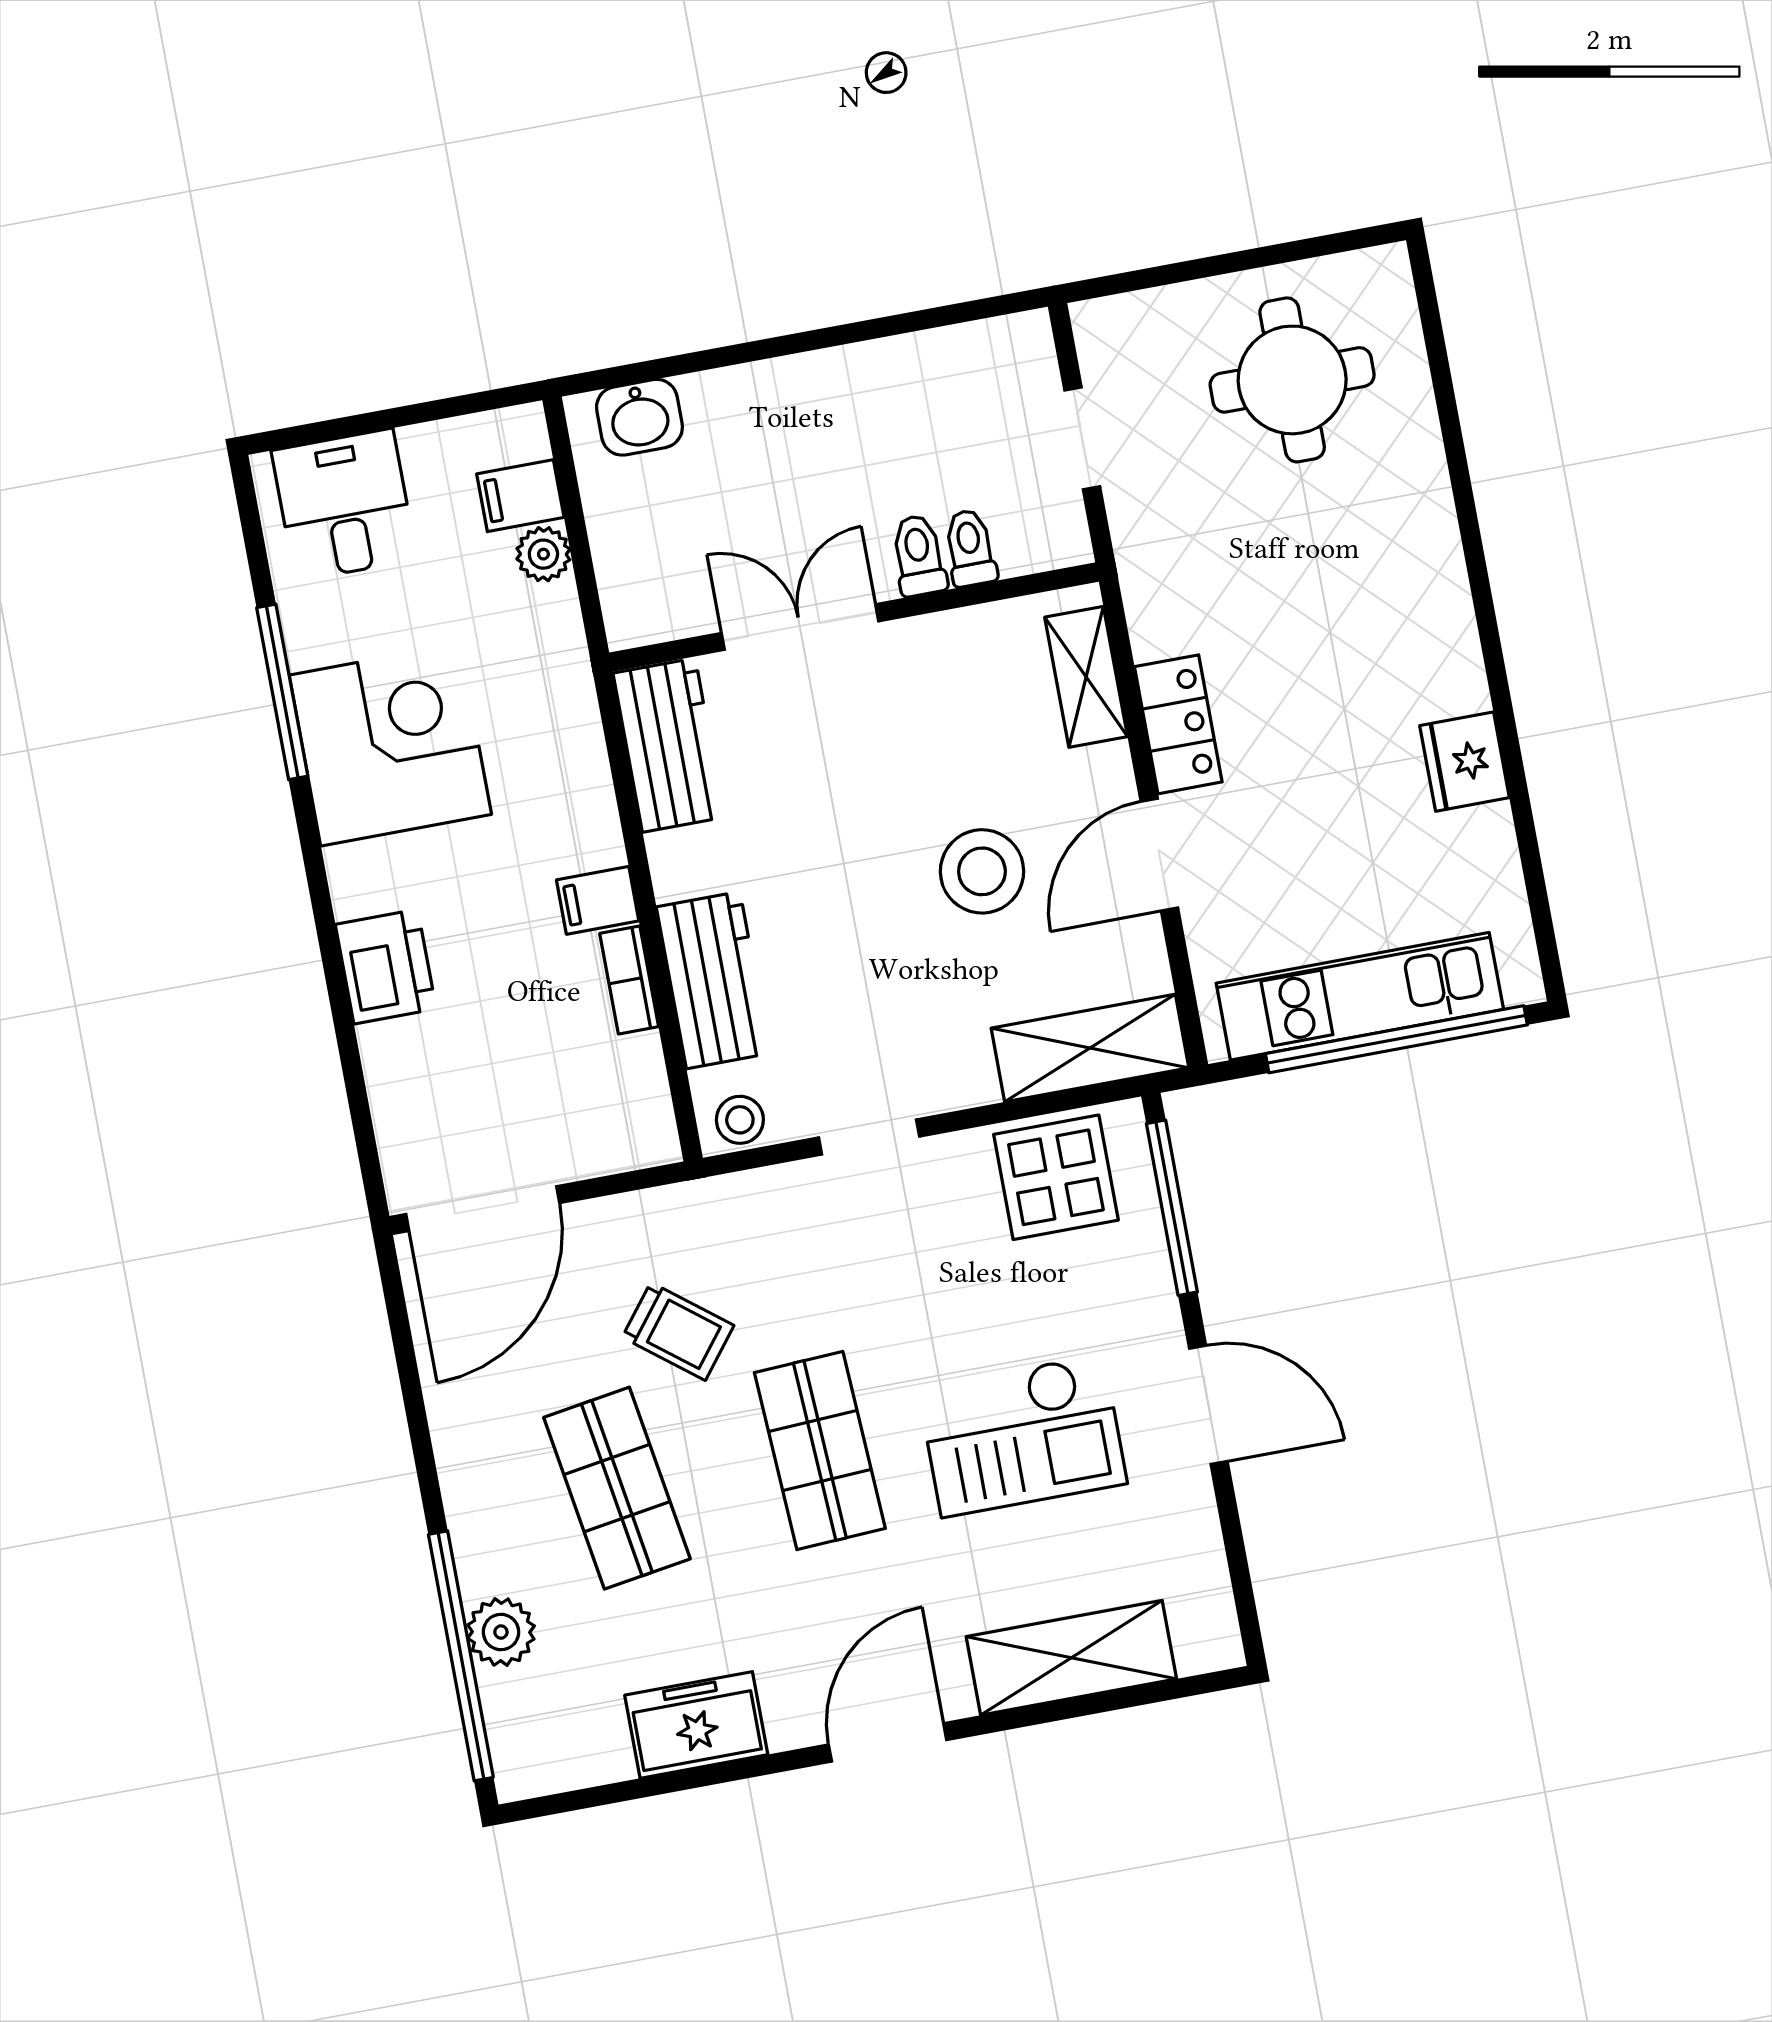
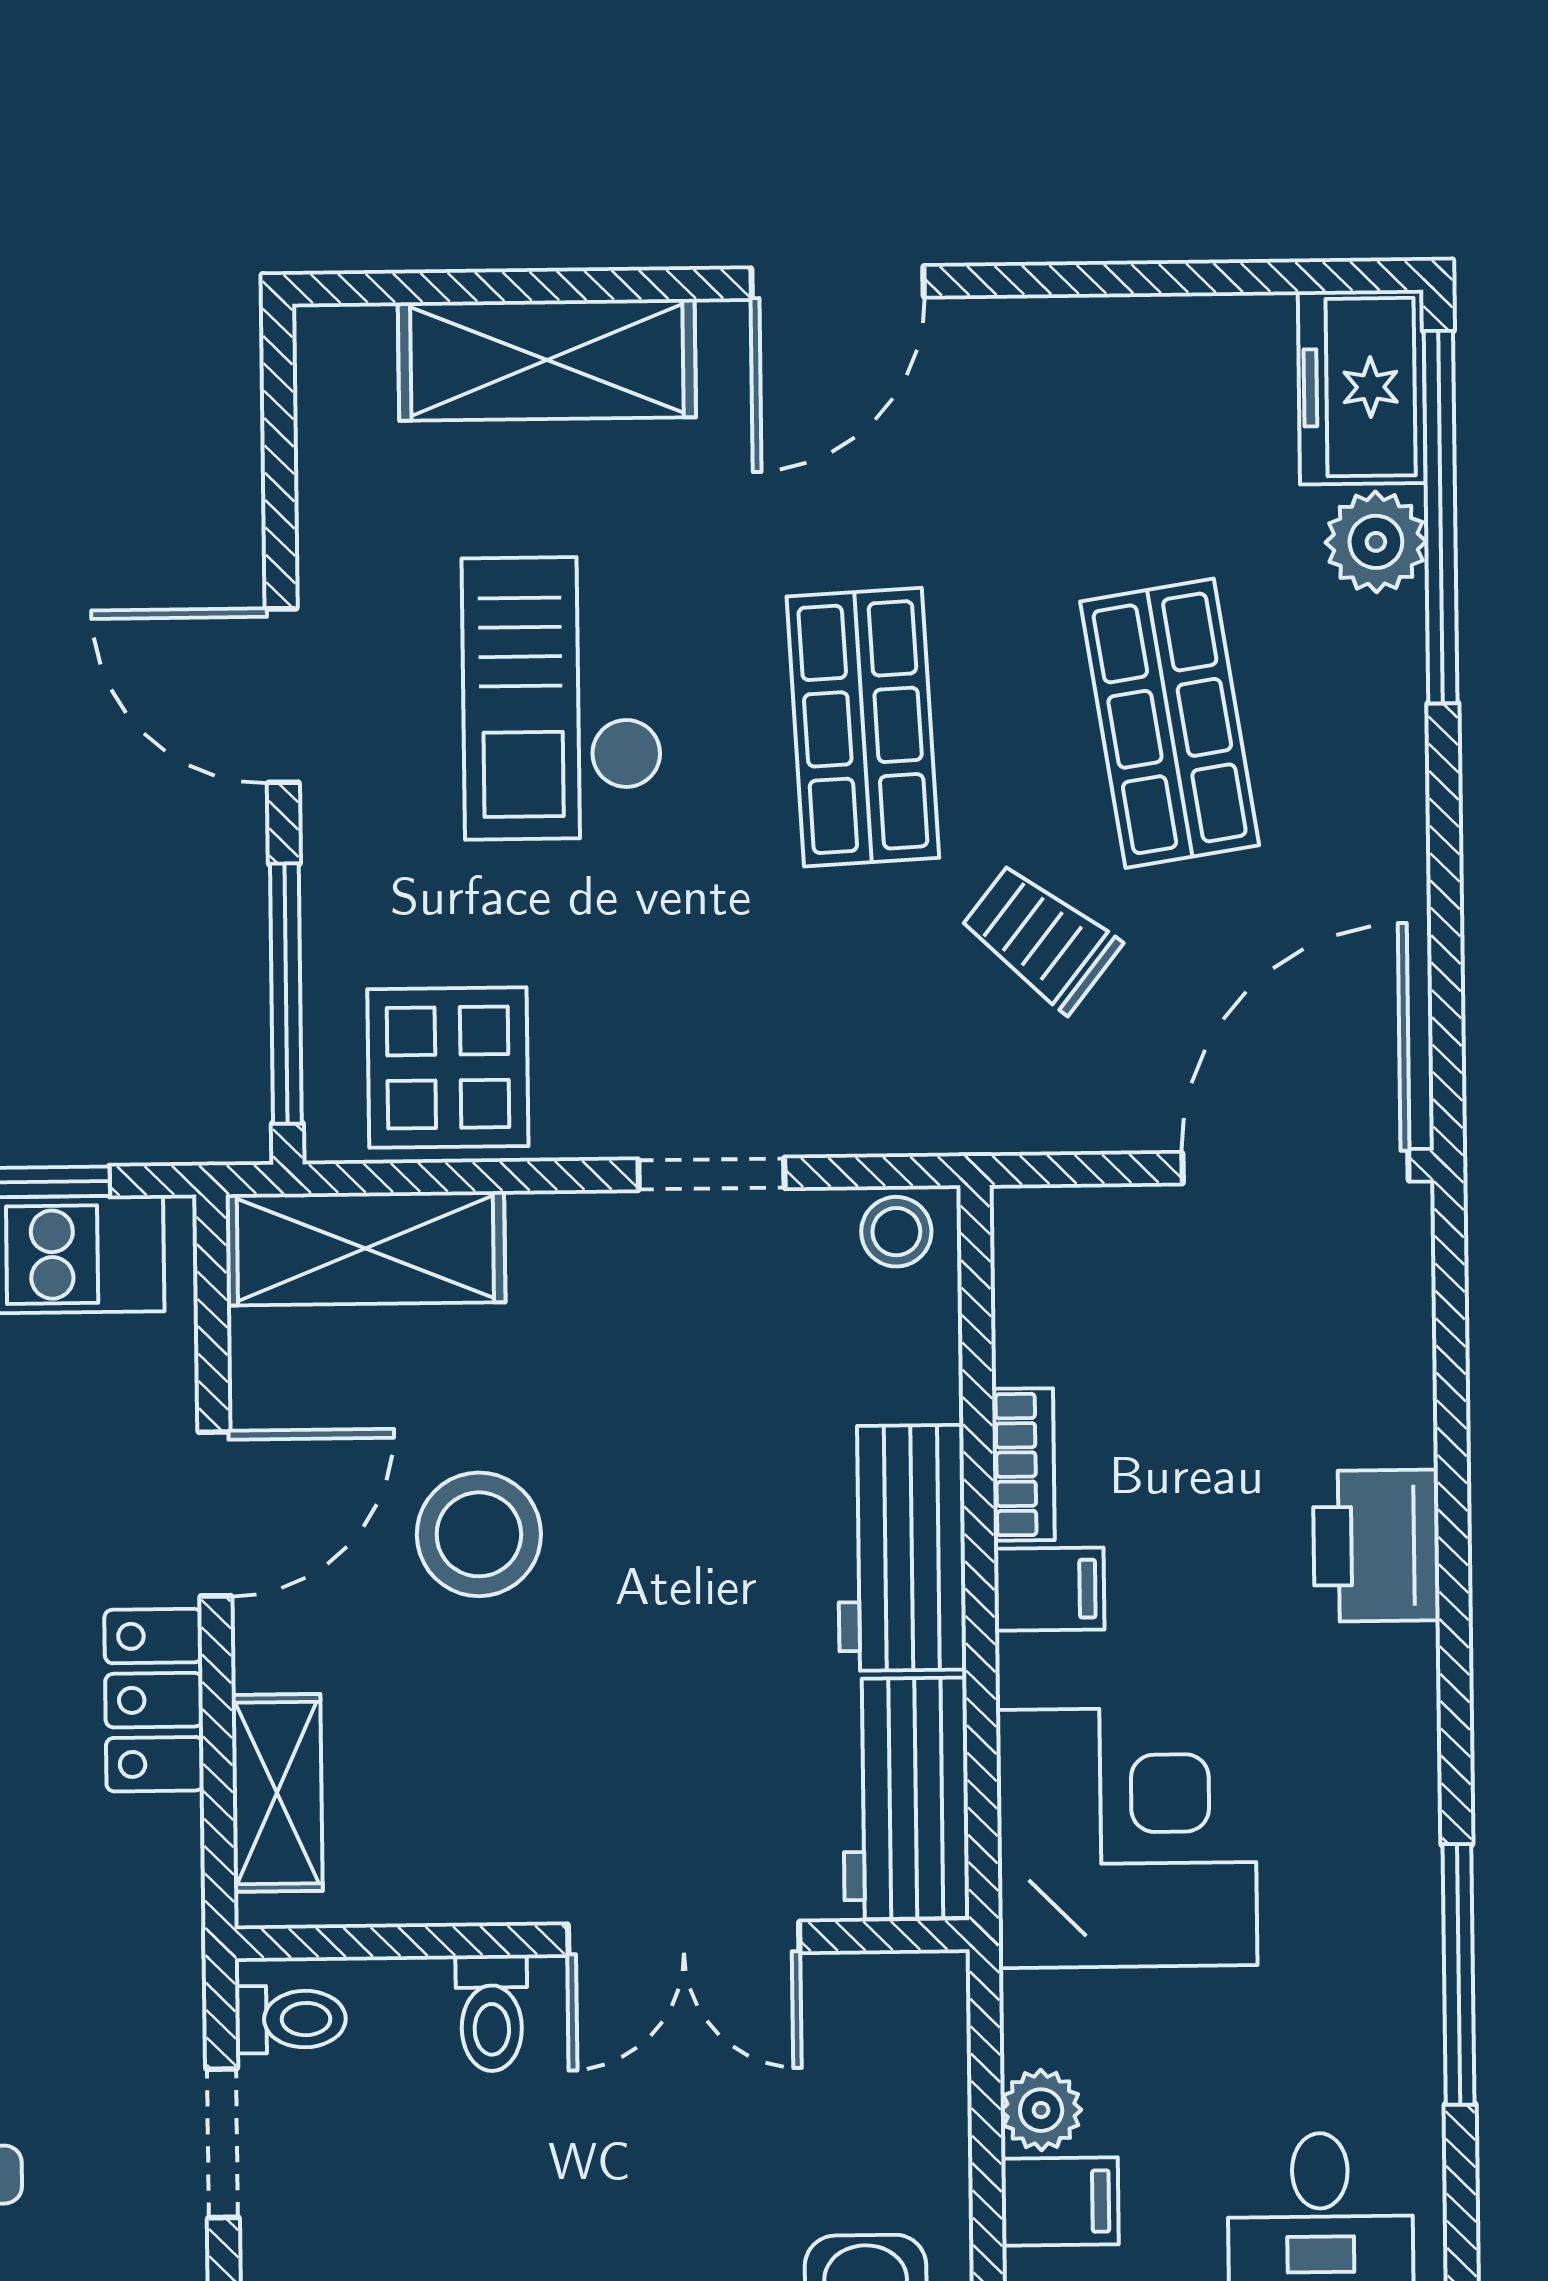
toilet: (970, 548) -> (291, 2019), moved, turned -90
corner desk: (390, 745) -> (1127, 1838), moved, turned 180
workbench: (713, 980) -> (902, 1548), moved
checkout: (1022, 1435) -> (562, 698), turned -90
freezer: (696, 1725) -> (1362, 387), moved, turned 90

